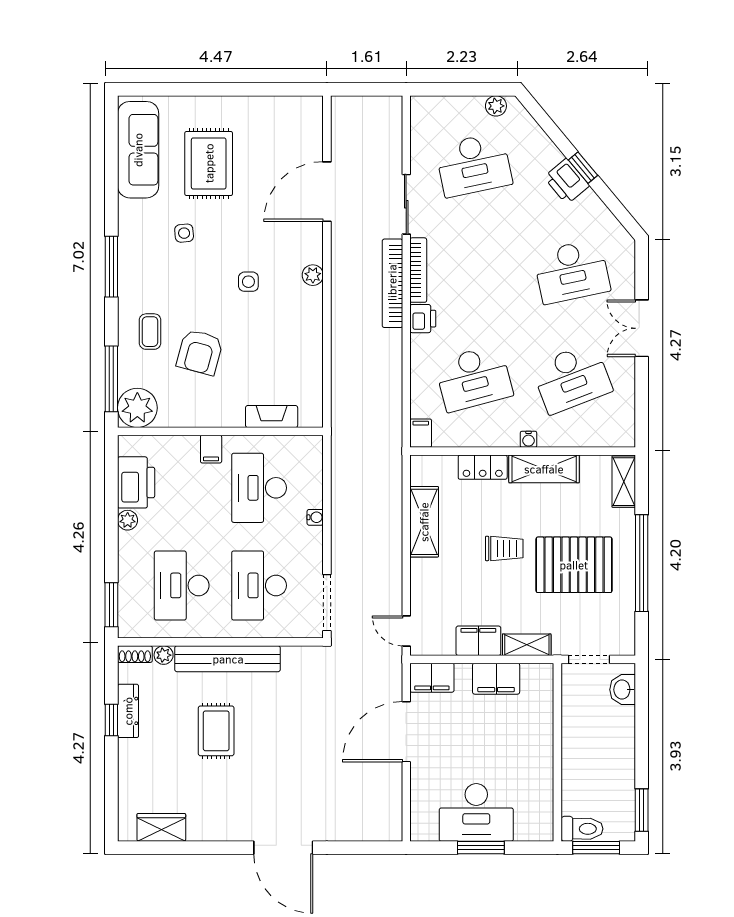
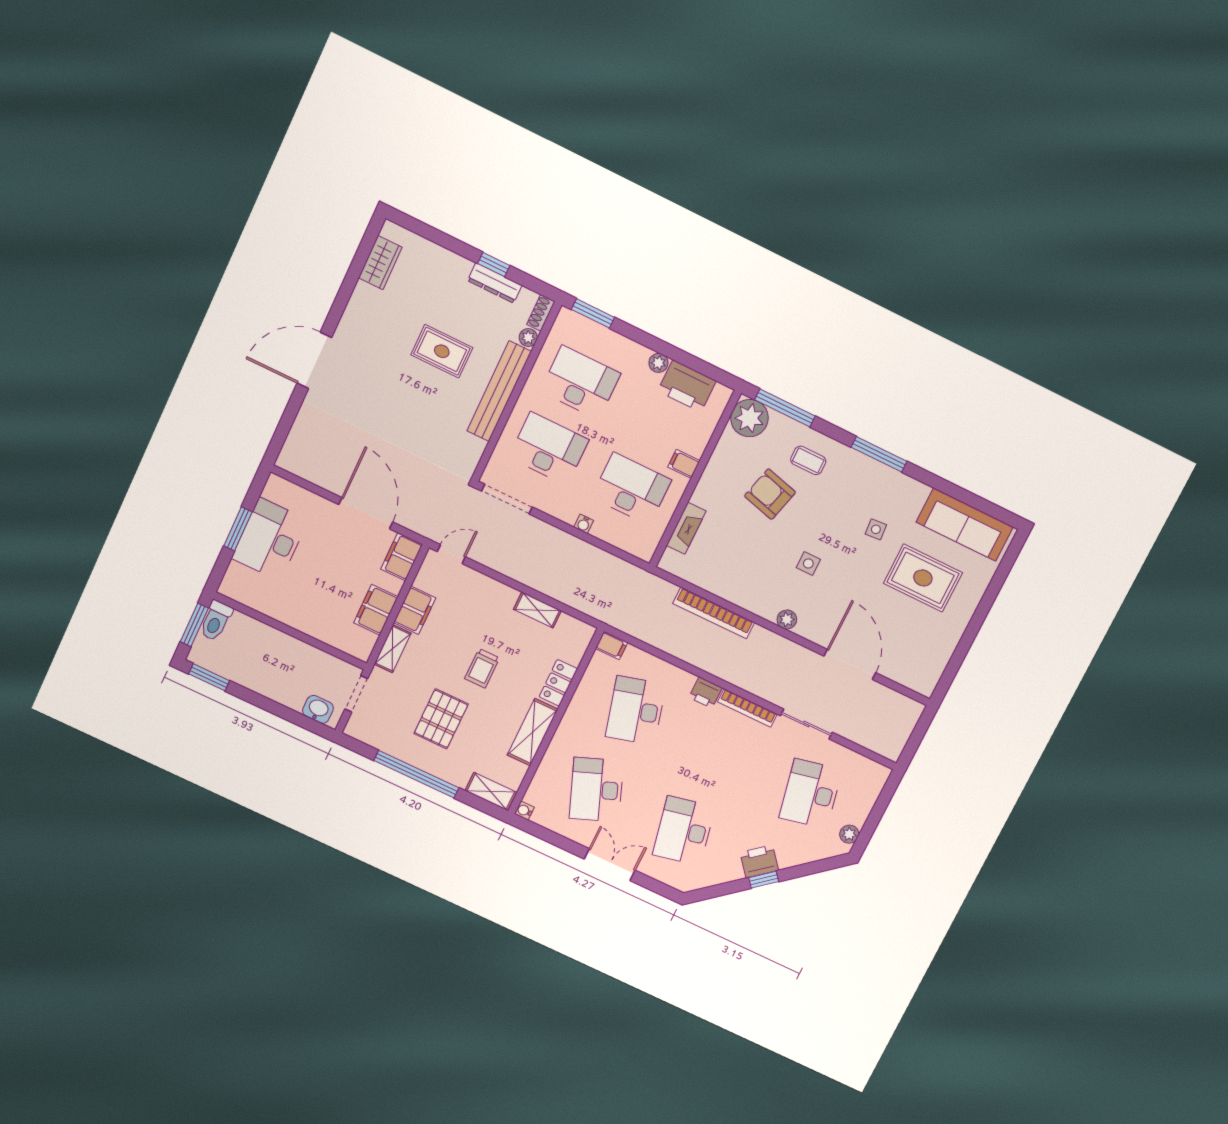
bookcase: (392, 283) -> (714, 613), moved, turned 180
water cooler: (529, 439) -> (524, 811), moved
shelving: (424, 522) -> (537, 610), width x0.67, depth x0.75
pallet: (574, 565) -> (441, 719), width x0.73, depth x0.71

